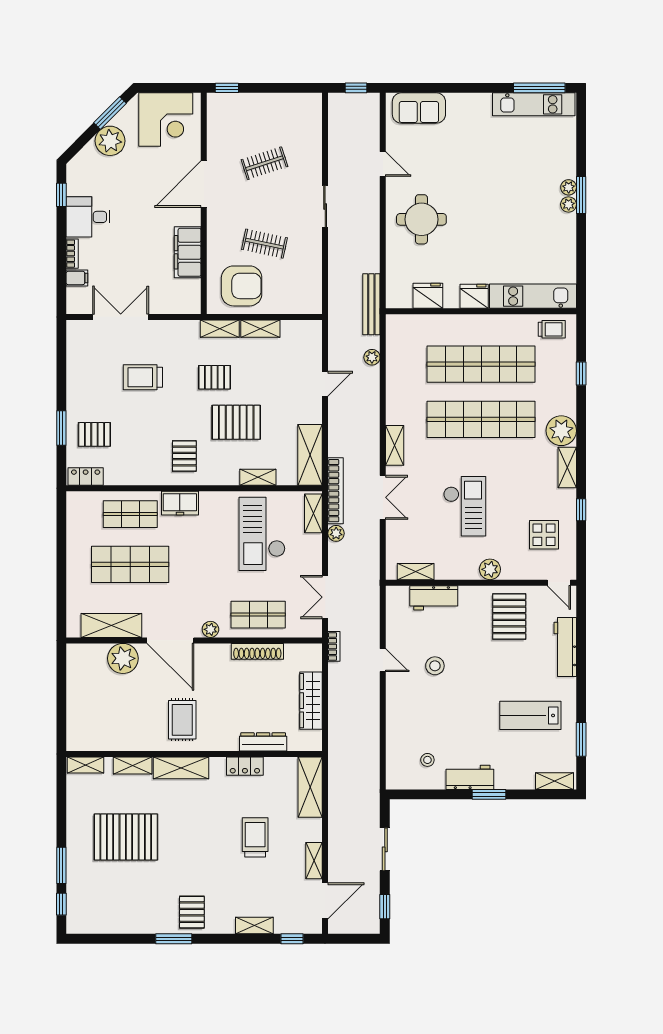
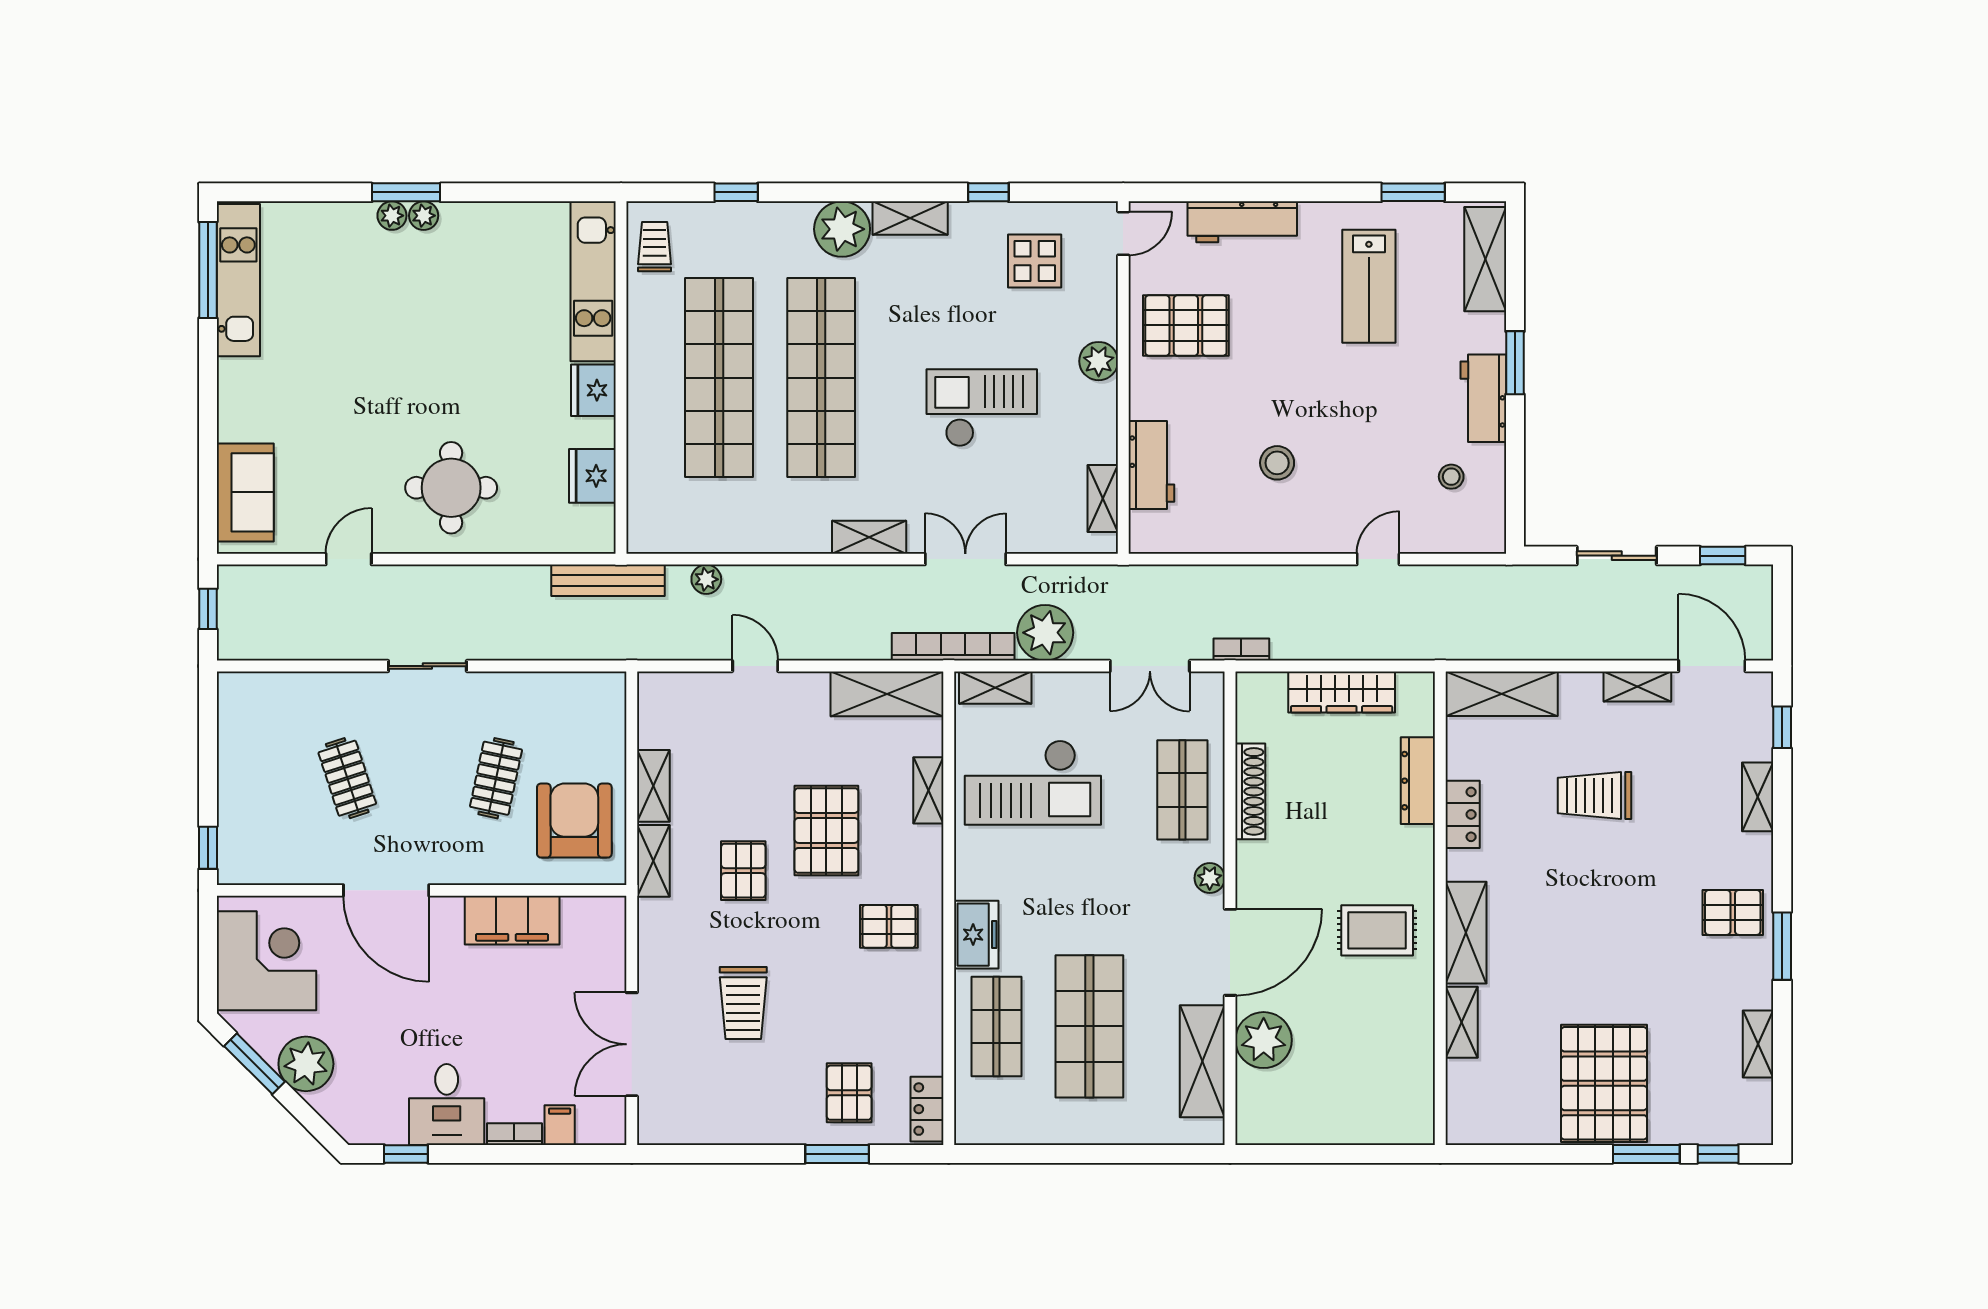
plant: (336, 533) -> (1045, 633), width x1.87, depth x1.87
door: (383, 660) -> (1378, 559), moved
shelving: (86, 765) -> (1758, 1044), moved
shelving: (554, 781) -> (1485, 259), width x1.50, depth x1.33
pallet: (126, 837) -> (1604, 1083), moved

